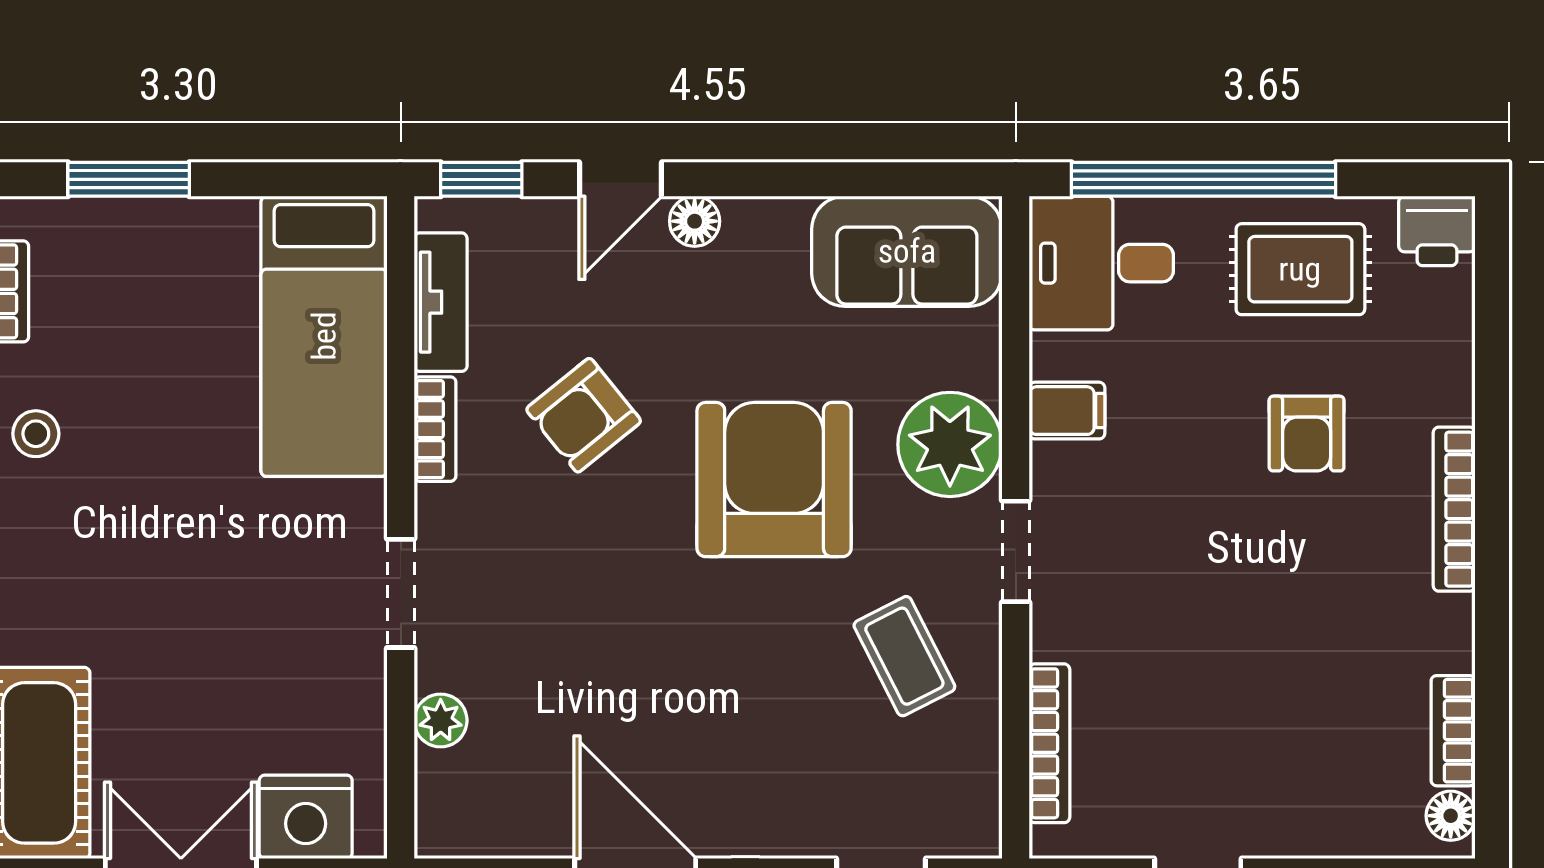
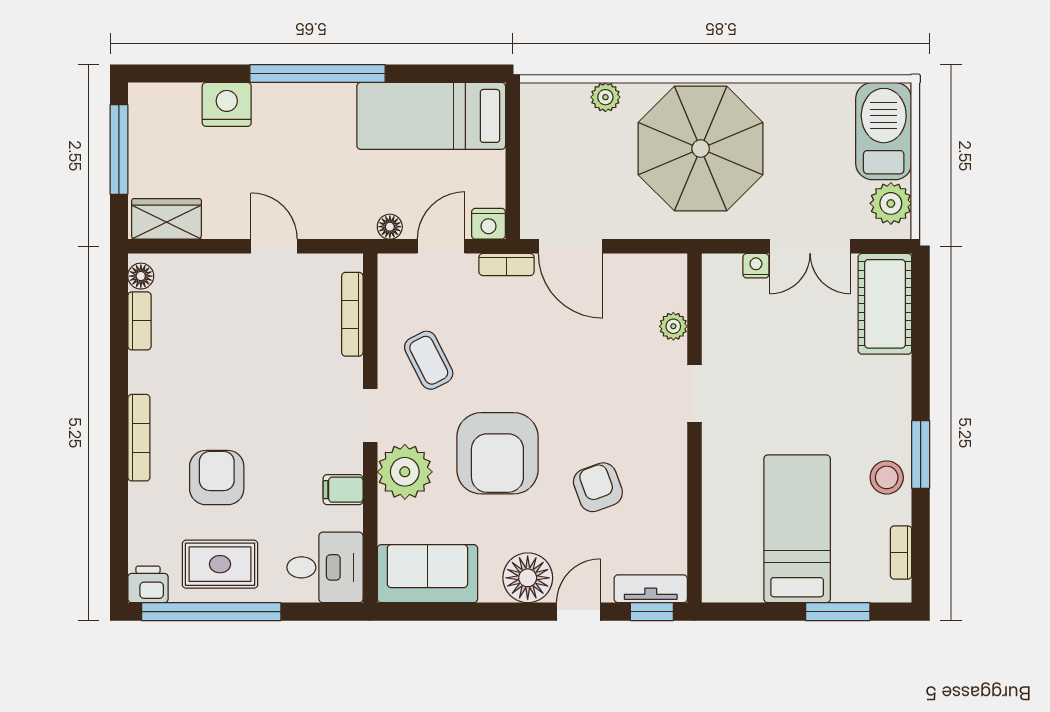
window: (1203, 179) -> (211, 612), moved
floor lamp: (695, 221) -> (528, 578), width x1.89, depth x1.89
tv unit: (441, 302) -> (651, 589), moved, turned 90
bed: (324, 336) -> (797, 529), moved
armchair: (584, 415) -> (598, 487), turned -71
bookcase: (435, 429) -> (506, 265), moved, turned -90
stool: (36, 434) -> (887, 477), width x1.37, depth x1.37
armchair: (1307, 434) -> (217, 478), width x1.38, depth x1.38
nightstand: (306, 817) -> (756, 266), width x0.53, depth x0.56

